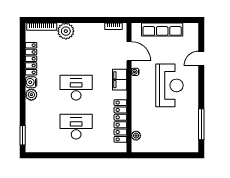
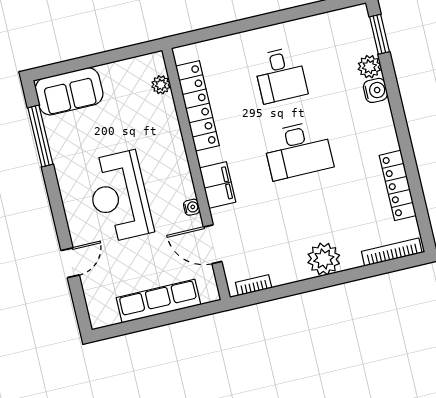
plant: (66, 31) -> (324, 259), moved
water cooler: (31, 82) -> (375, 90), moved
plant: (31, 95) -> (369, 67), moved
desk: (76, 127) -> (280, 75), width x0.73
sofa: (182, 143) -> (69, 91), added

